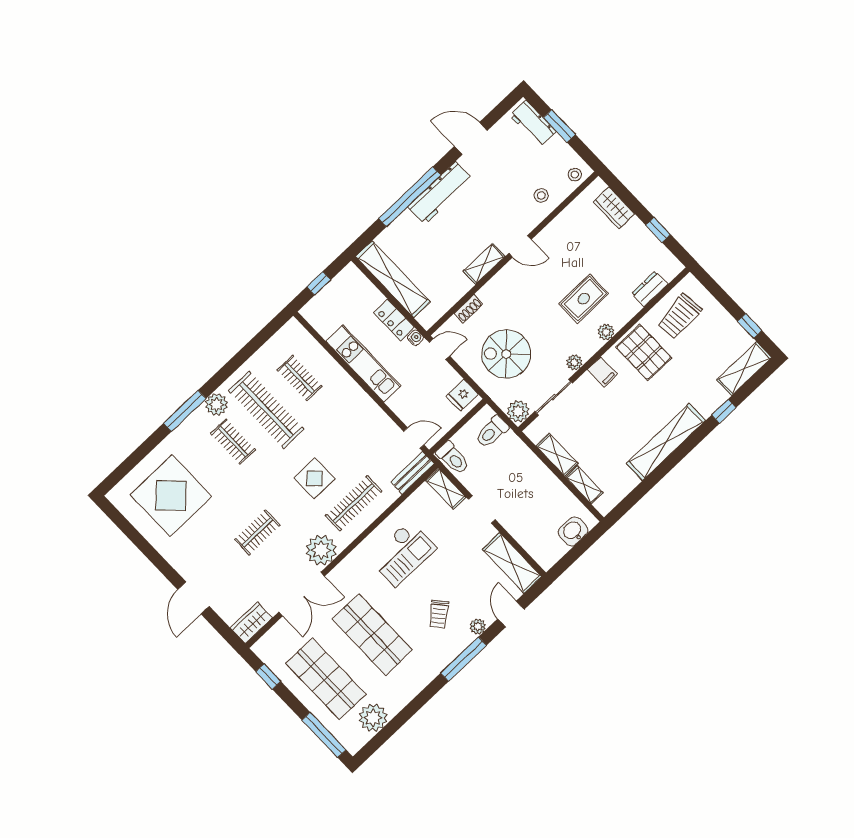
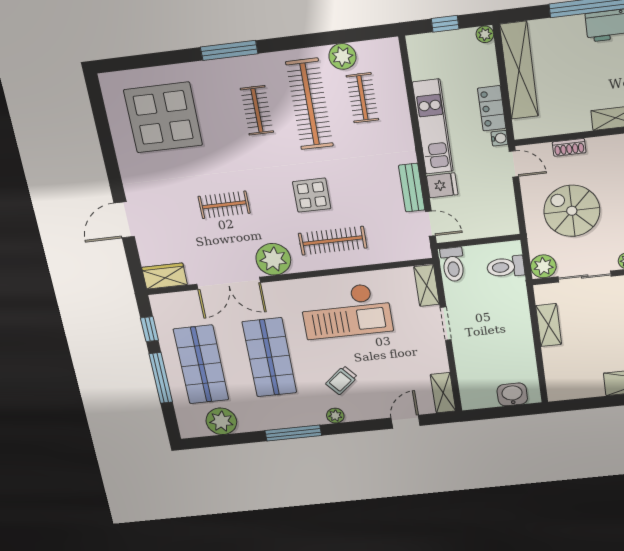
plant: (351, 271) -> (485, 34), added
fridge: (462, 395) -> (442, 185), moved, turned 180
plant: (216, 405) -> (342, 56), moved
bench: (412, 473) -> (412, 188), moved, turned 90
shelving: (584, 485) -> (553, 365), removed
checkout: (402, 553) -> (346, 311), width x1.36, depth x1.21
shelving: (512, 563) -> (443, 393), width x0.67, depth x0.75
plant: (478, 627) -> (335, 416), moved
window: (464, 659) -> (293, 433), moved
window: (324, 735) -> (161, 378), moved

